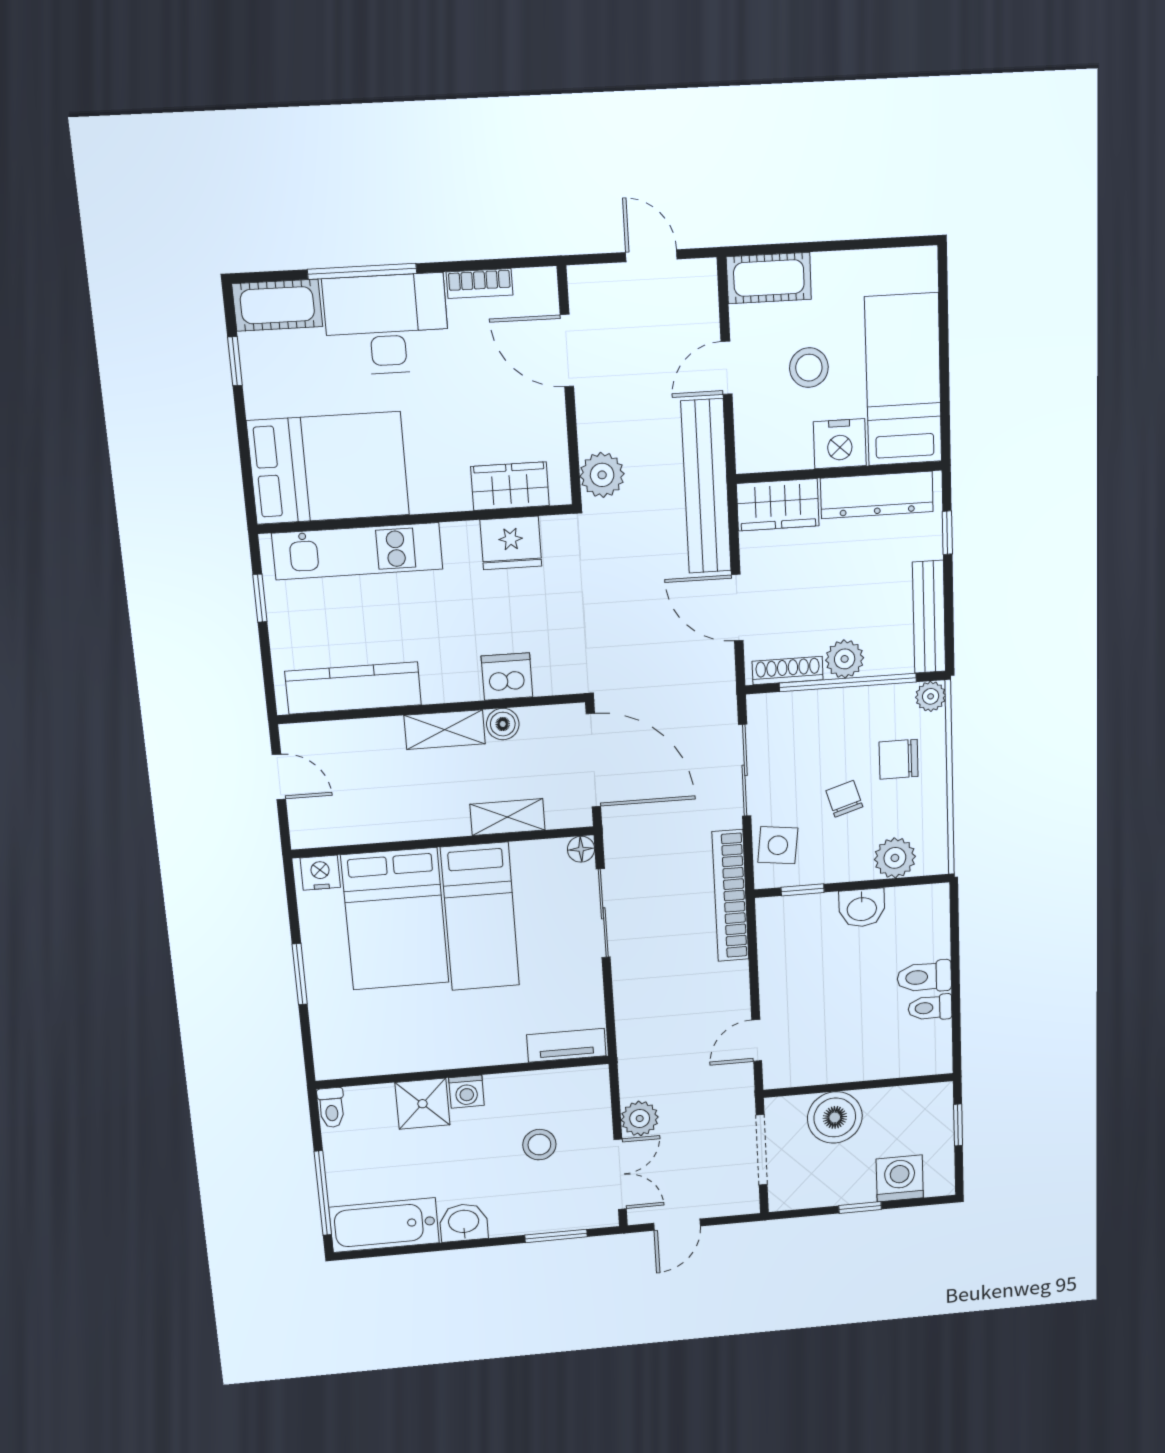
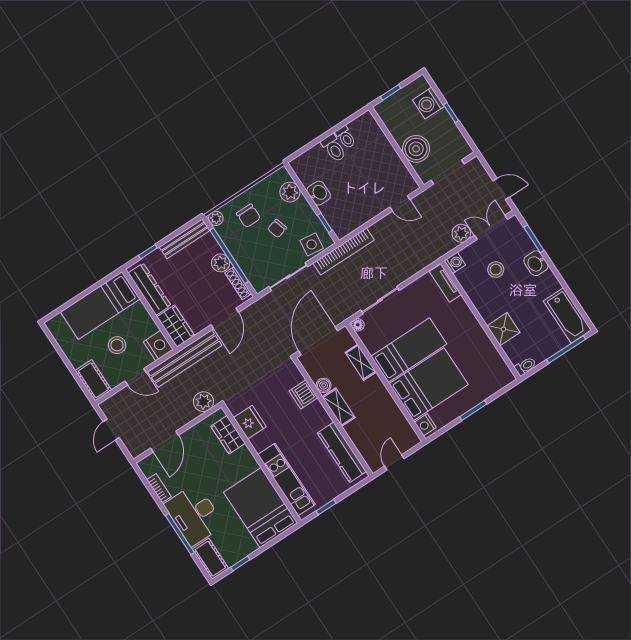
nightstand: (840, 444) -> (158, 346), moved
washing machine: (466, 1092) -> (455, 263), moved
washbasin: (464, 1222) -> (536, 263), moved

